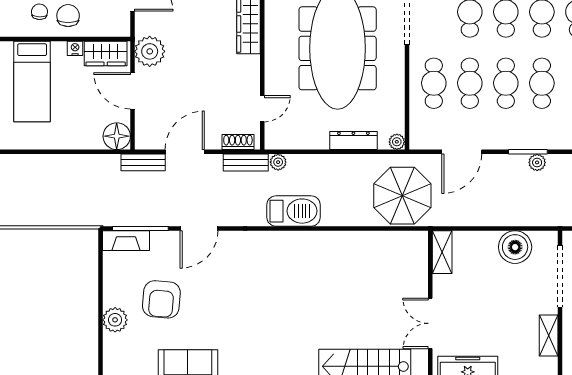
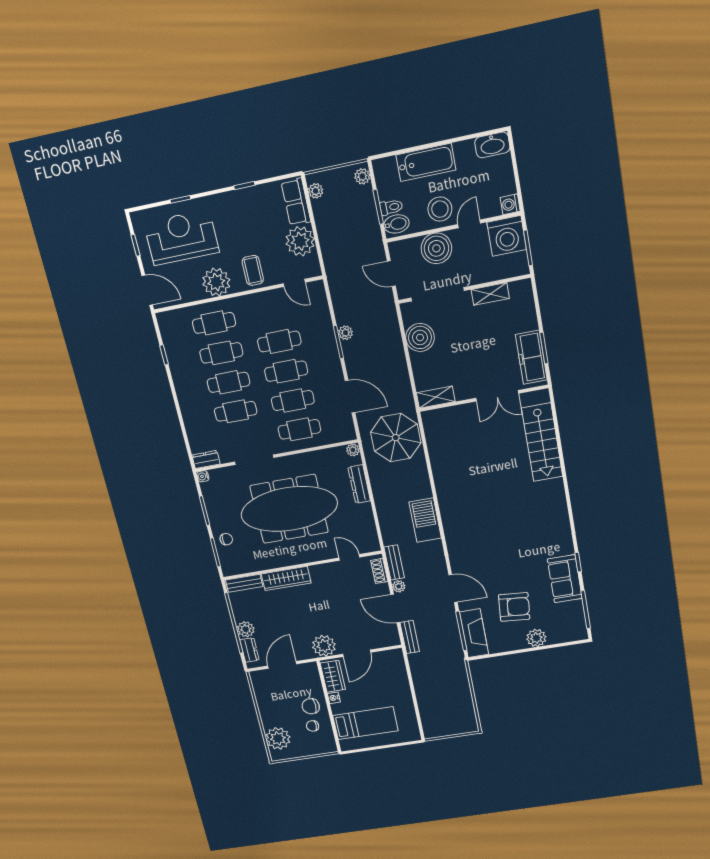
floor lamp: (117, 136) -> (394, 659), removed
plant: (278, 162) -> (399, 586), moved
fireplace: (126, 241) -> (474, 633), width x1.37, depth x1.32

